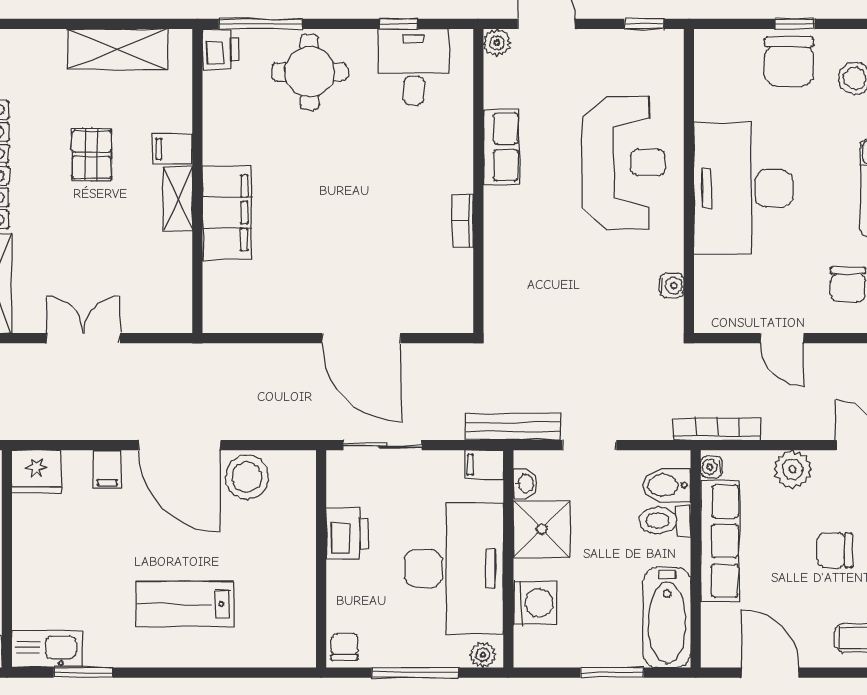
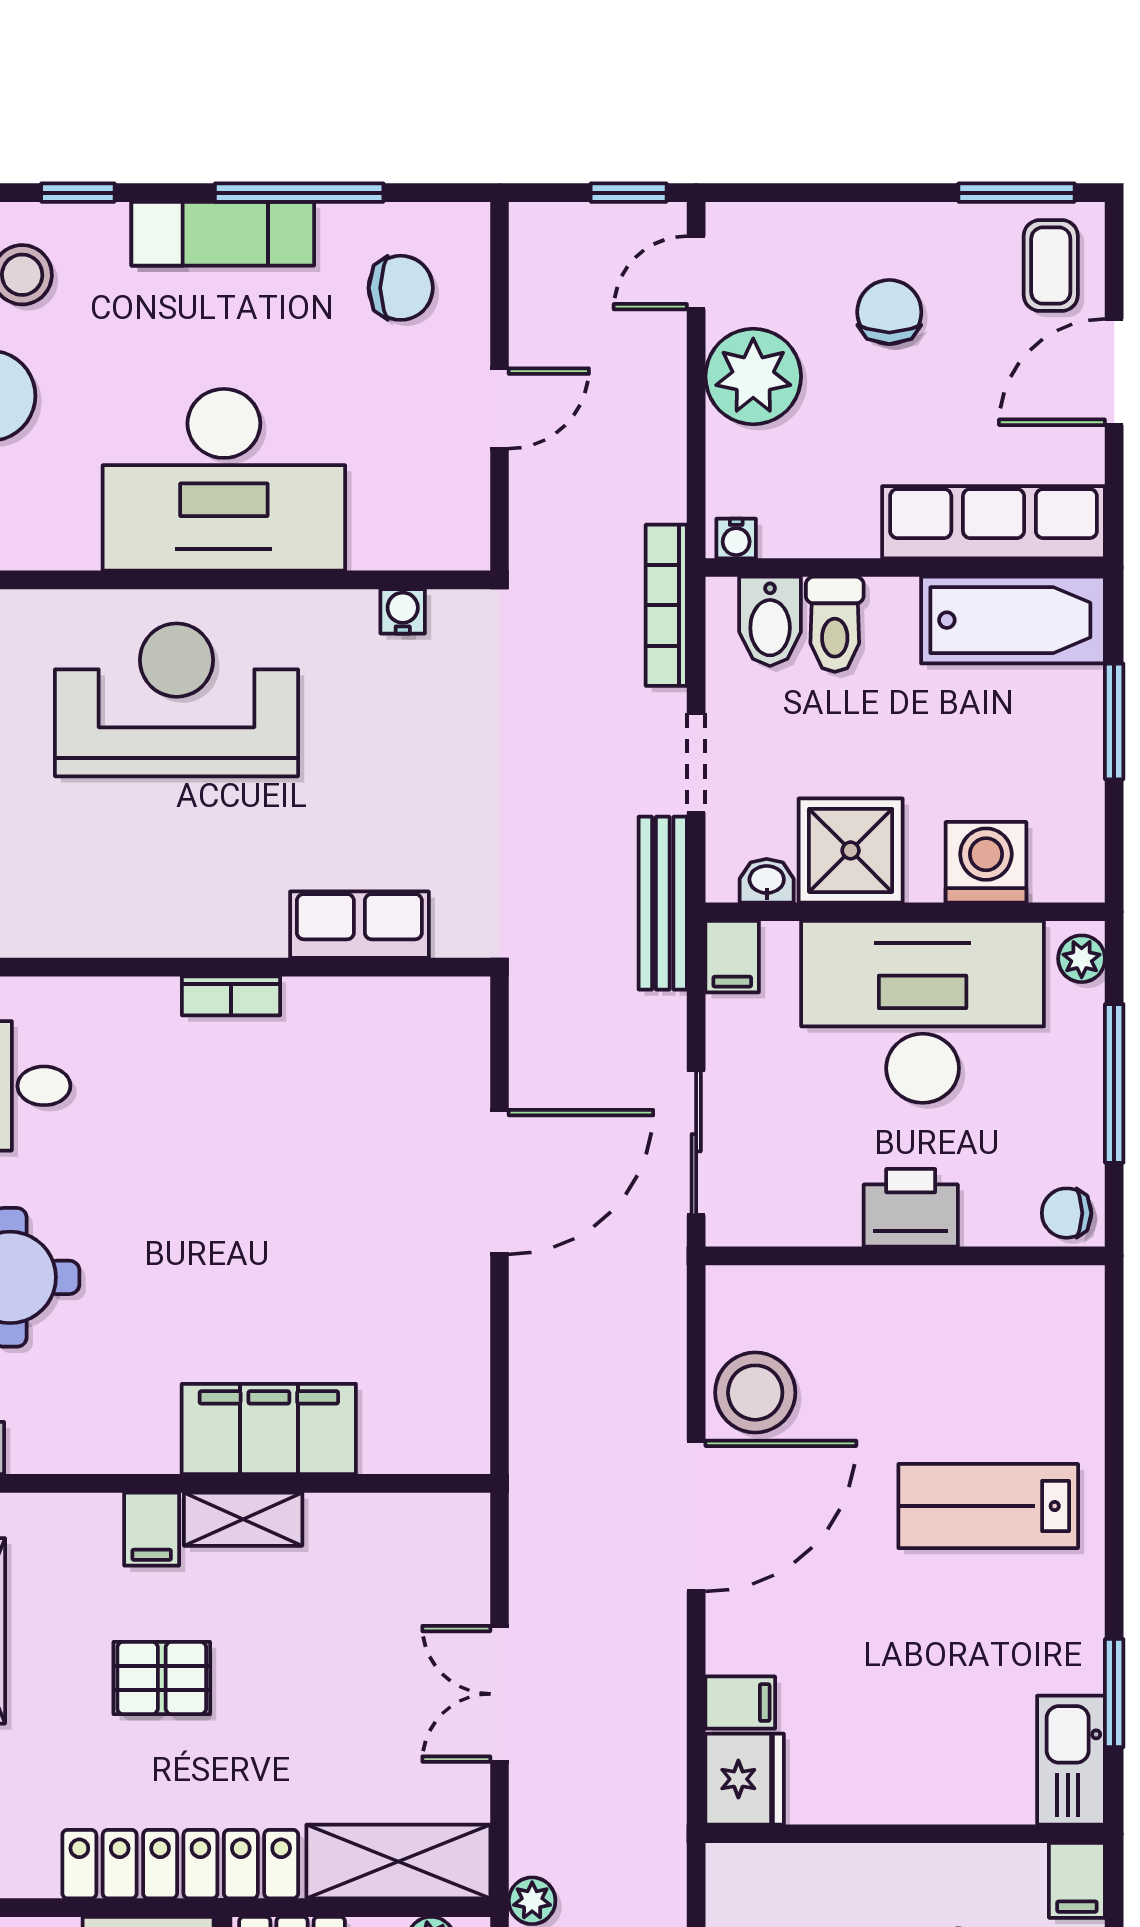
row of seats: (501, 147) -> (359, 925), moved
bookcase: (463, 221) -> (231, 996), moved
bookcase: (717, 429) -> (666, 605), moved
filing cabinet: (107, 469) -> (740, 1703), moved
plant: (793, 469) -> (753, 377), width x1.36, depth x1.36
printer: (347, 534) -> (911, 1208), moved
row of seats: (720, 541) -> (994, 522), moved
chair: (835, 550) -> (889, 312), turned 180
lab bench: (185, 604) -> (988, 1506), turned 90
door: (770, 673) -> (1114, 372), moved

